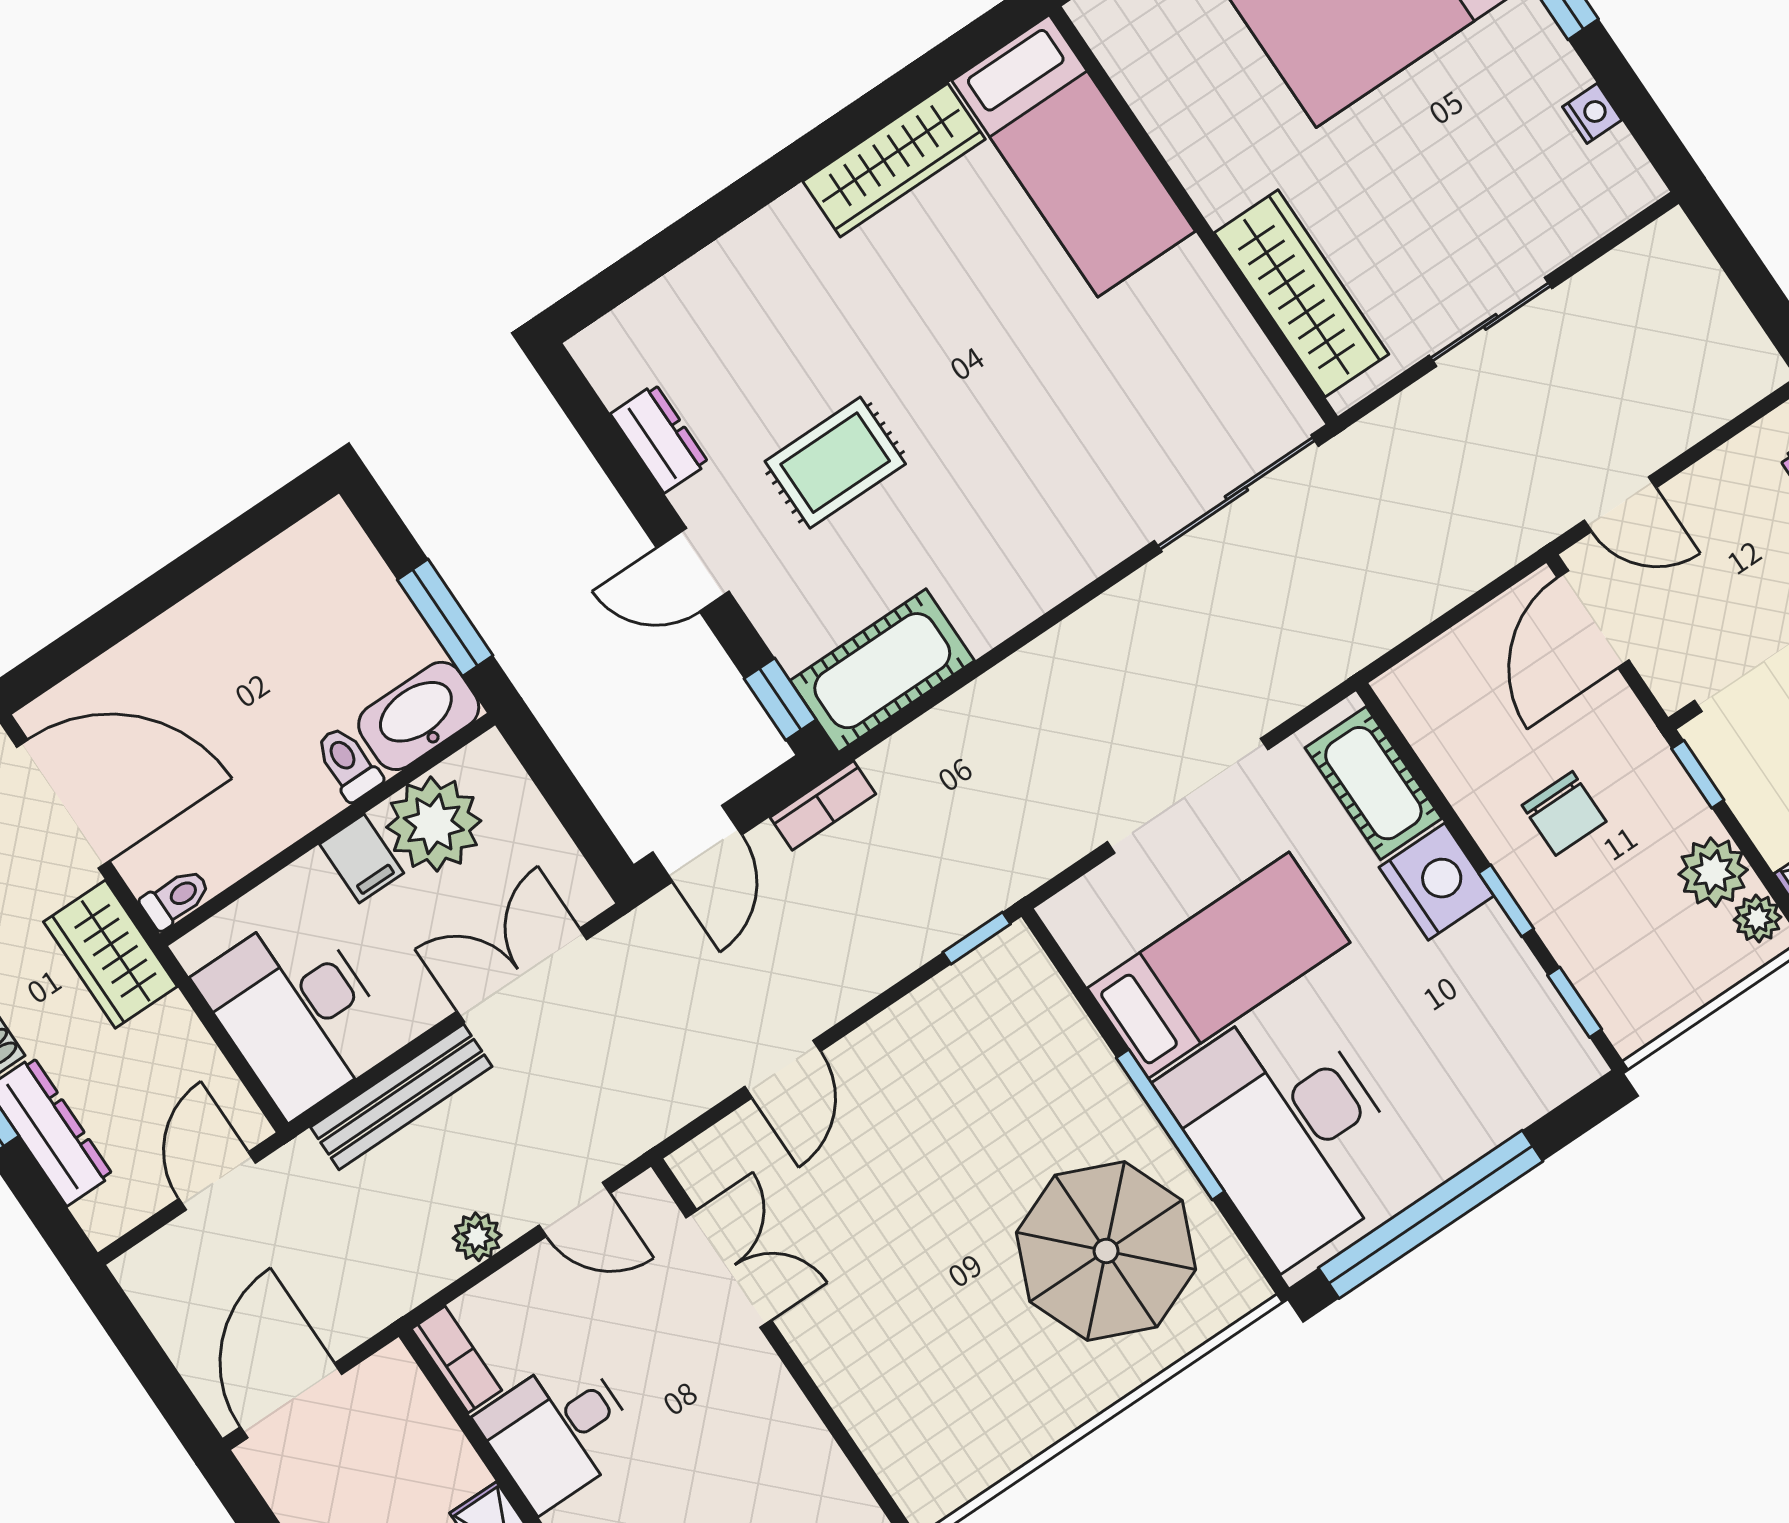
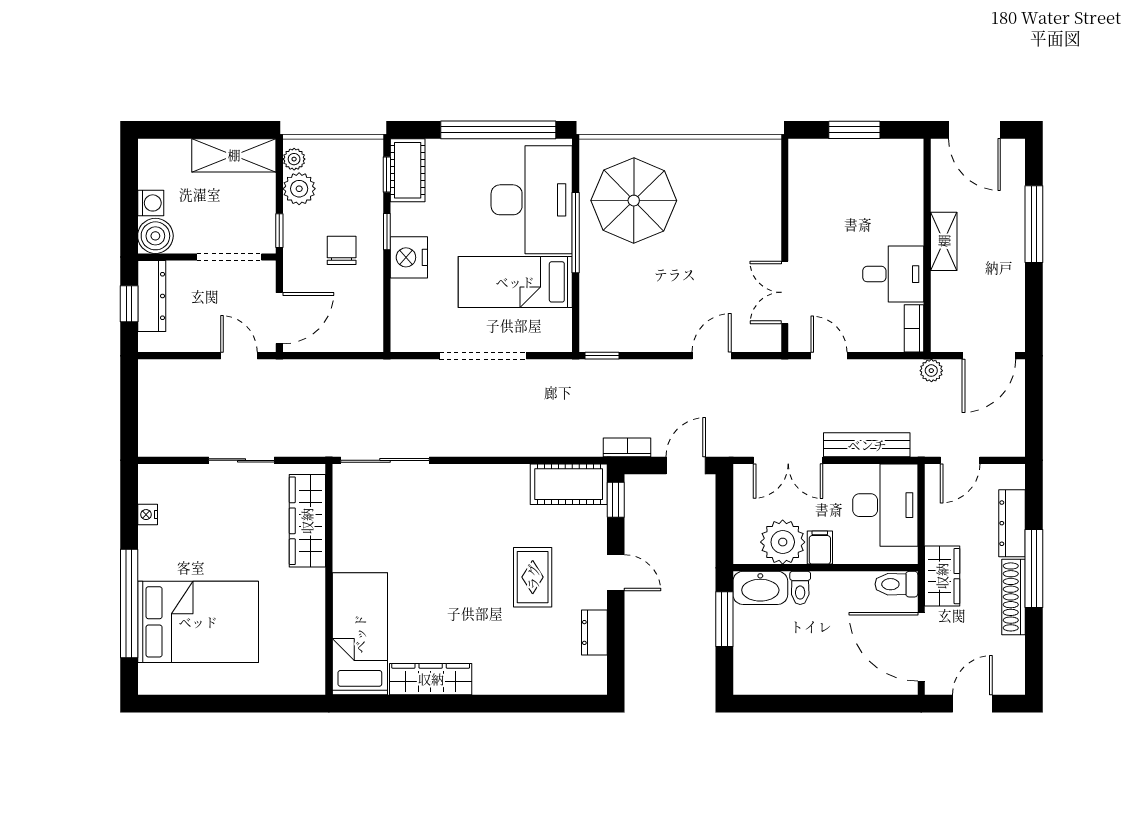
rug: (835, 463) -> (533, 577), turned 90
cot: (1373, 783) -> (408, 170), moved
toilet: (176, 898) -> (896, 584), width x1.37, depth x1.39
plant: (477, 1237) -> (931, 371), moved

